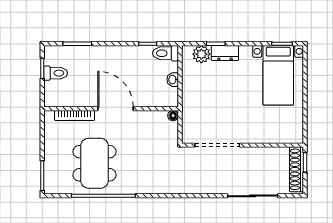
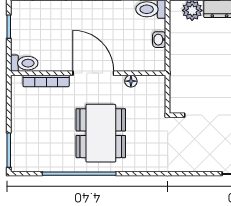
toilet: (56, 73) -> (24, 63), moved
floor lamp: (173, 116) -> (131, 81), moved
dining table: (95, 163) -> (101, 133), moved

